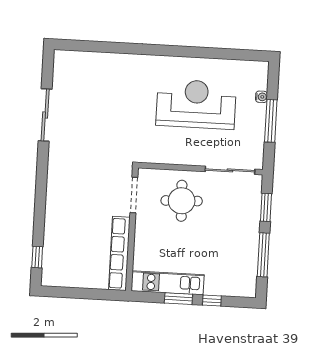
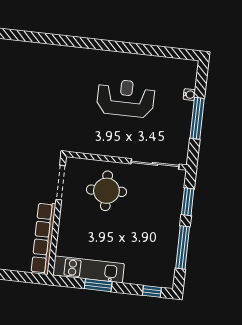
reception desk: (196, 104) -> (126, 98), width x0.74, depth x0.77
window: (212, 300) -> (152, 291), moved

